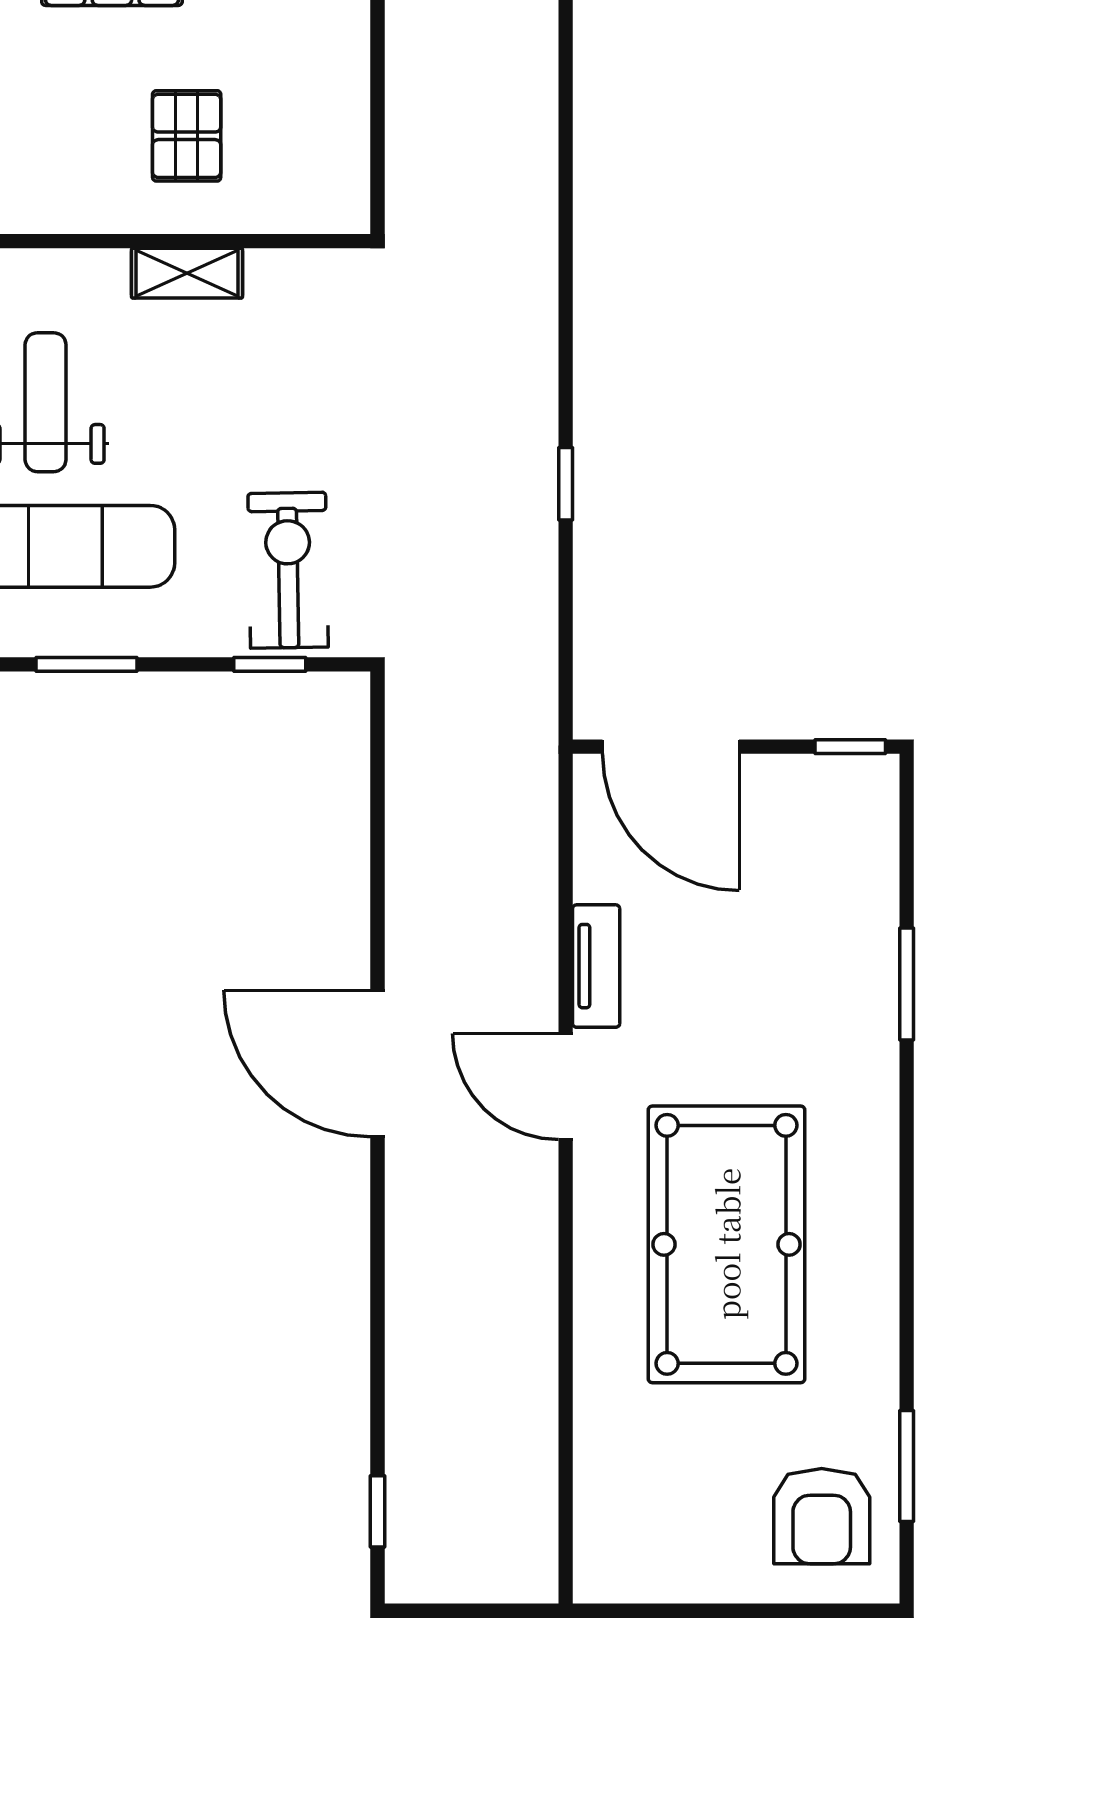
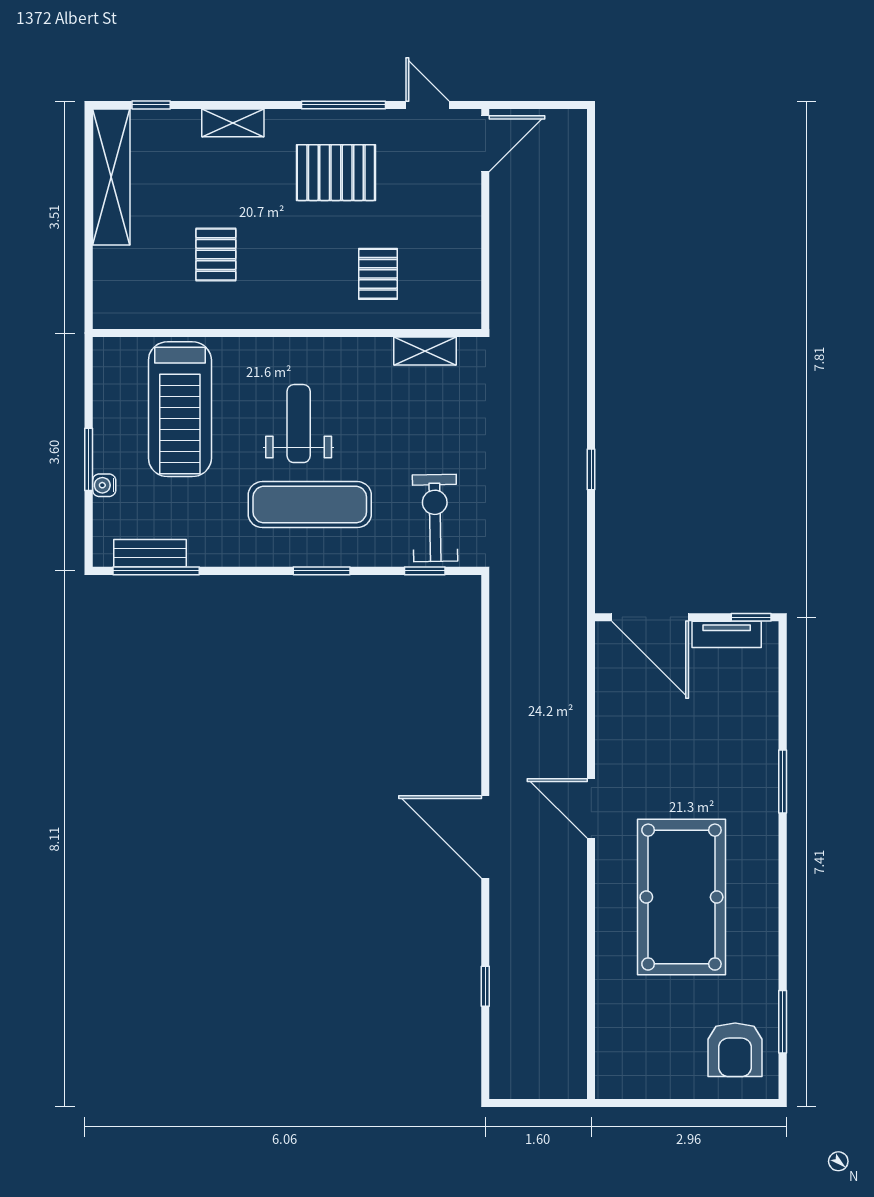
shelving: (187, 273) -> (425, 351), moved
tv unit: (596, 966) -> (727, 634), moved, turned 90
window: (907, 984) -> (783, 782), moved
door: (378, 1064) -> (485, 837), moved
window: (378, 1511) -> (485, 986), moved

